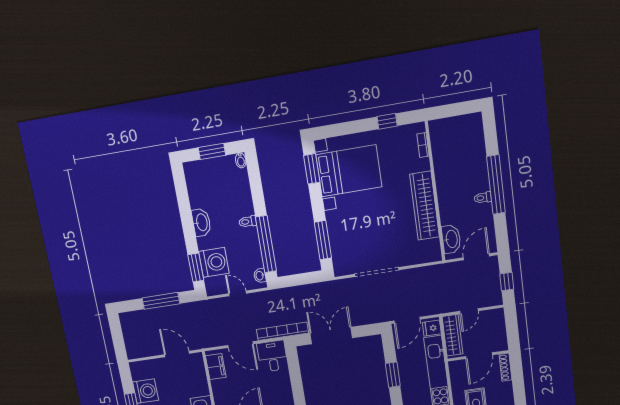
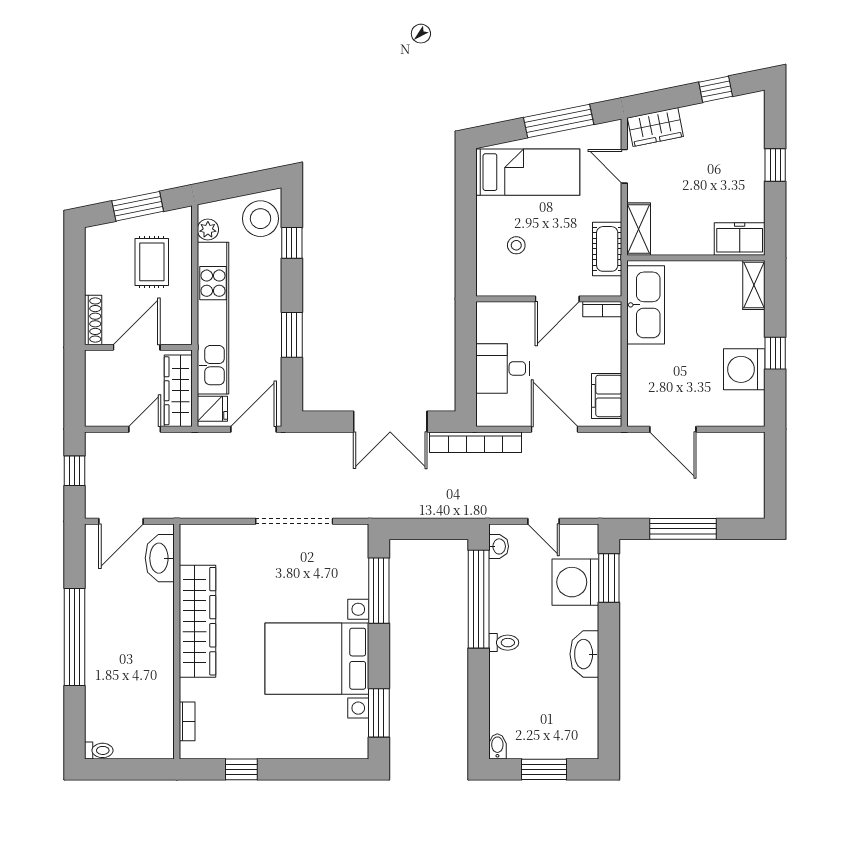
bed with nightstands: (349, 171) -> (317, 659), moved
toilet: (483, 198) -> (99, 750), moved
desk: (272, 356) -> (503, 368), moved, turned 90

